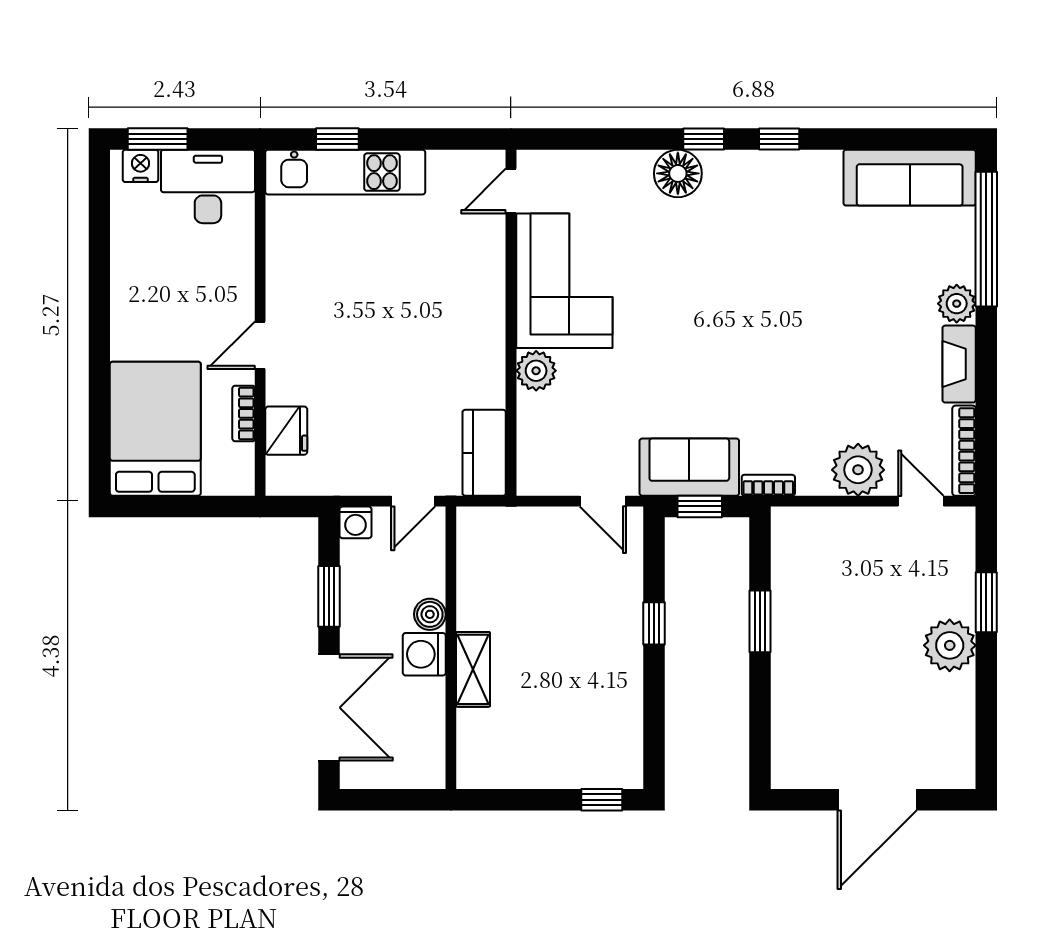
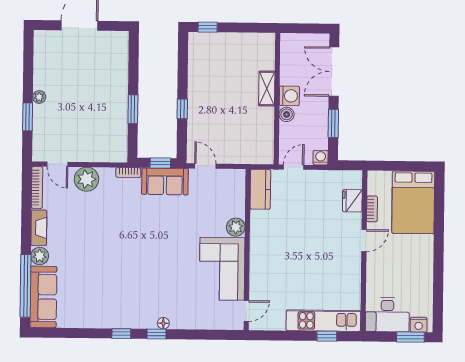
floor lamp: (678, 173) -> (163, 323), width x0.53, depth x0.53
sofa: (910, 178) -> (43, 297), moved, turned 90
plant: (950, 645) -> (39, 97), width x0.53, depth x0.53

